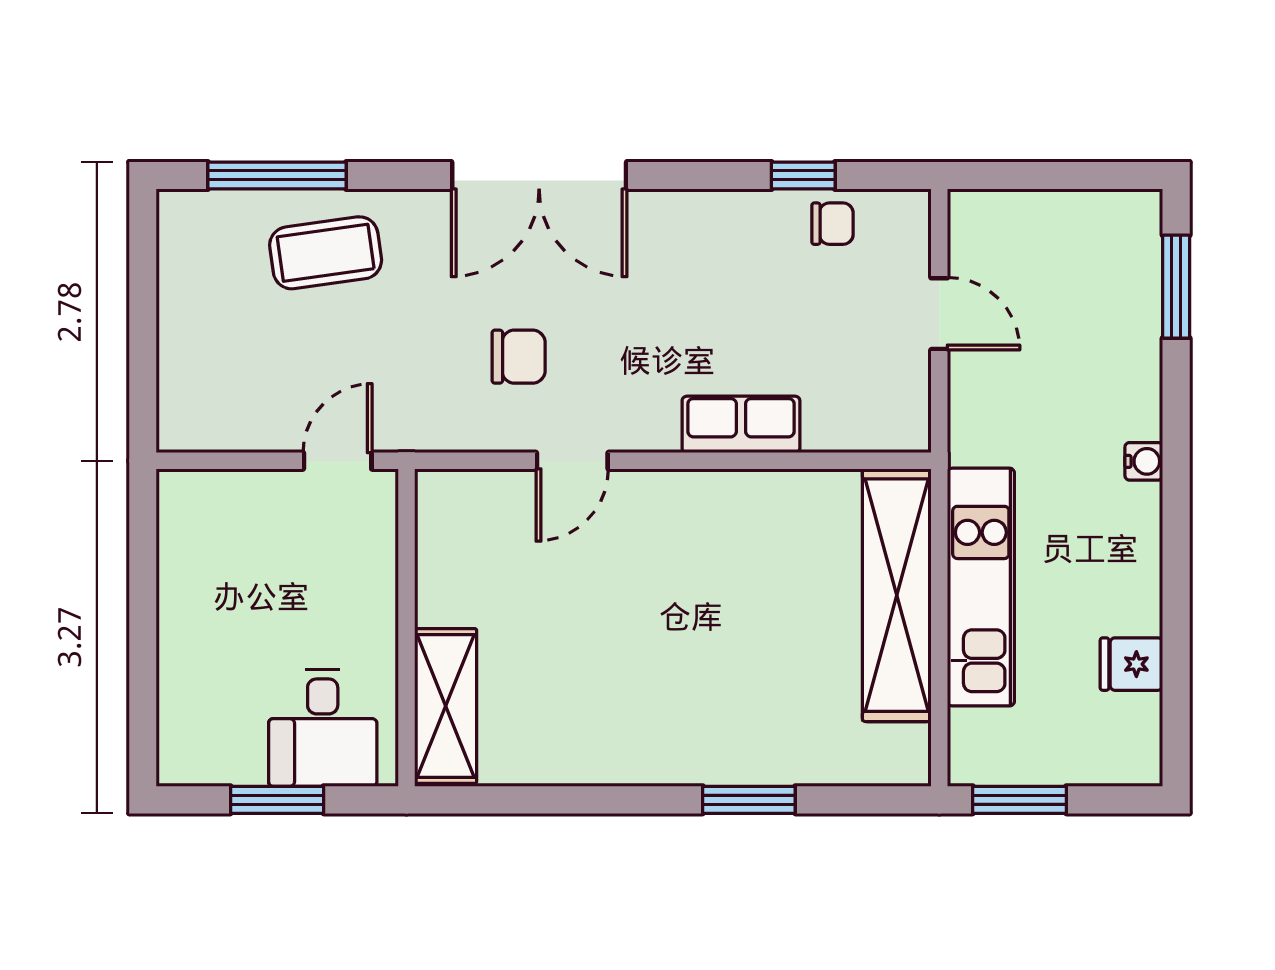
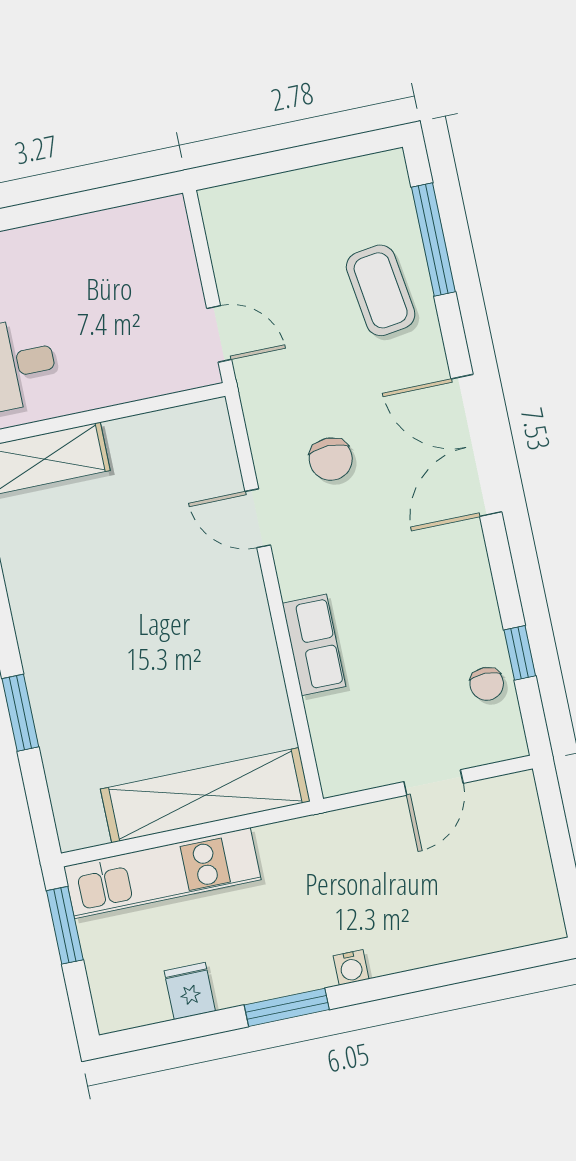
window: (1176, 287) -> (287, 1007), moved
kitchen unit: (981, 587) -> (162, 873), moved

